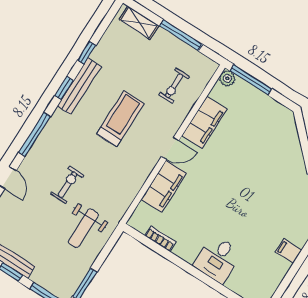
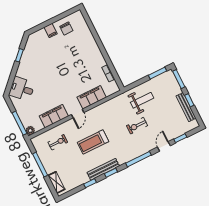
door: (170, 148) -> (78, 114), swing flipped
desk: (218, 259) -> (22, 89), moved, turned -135
chair: (266, 269) -> (66, 28), added

